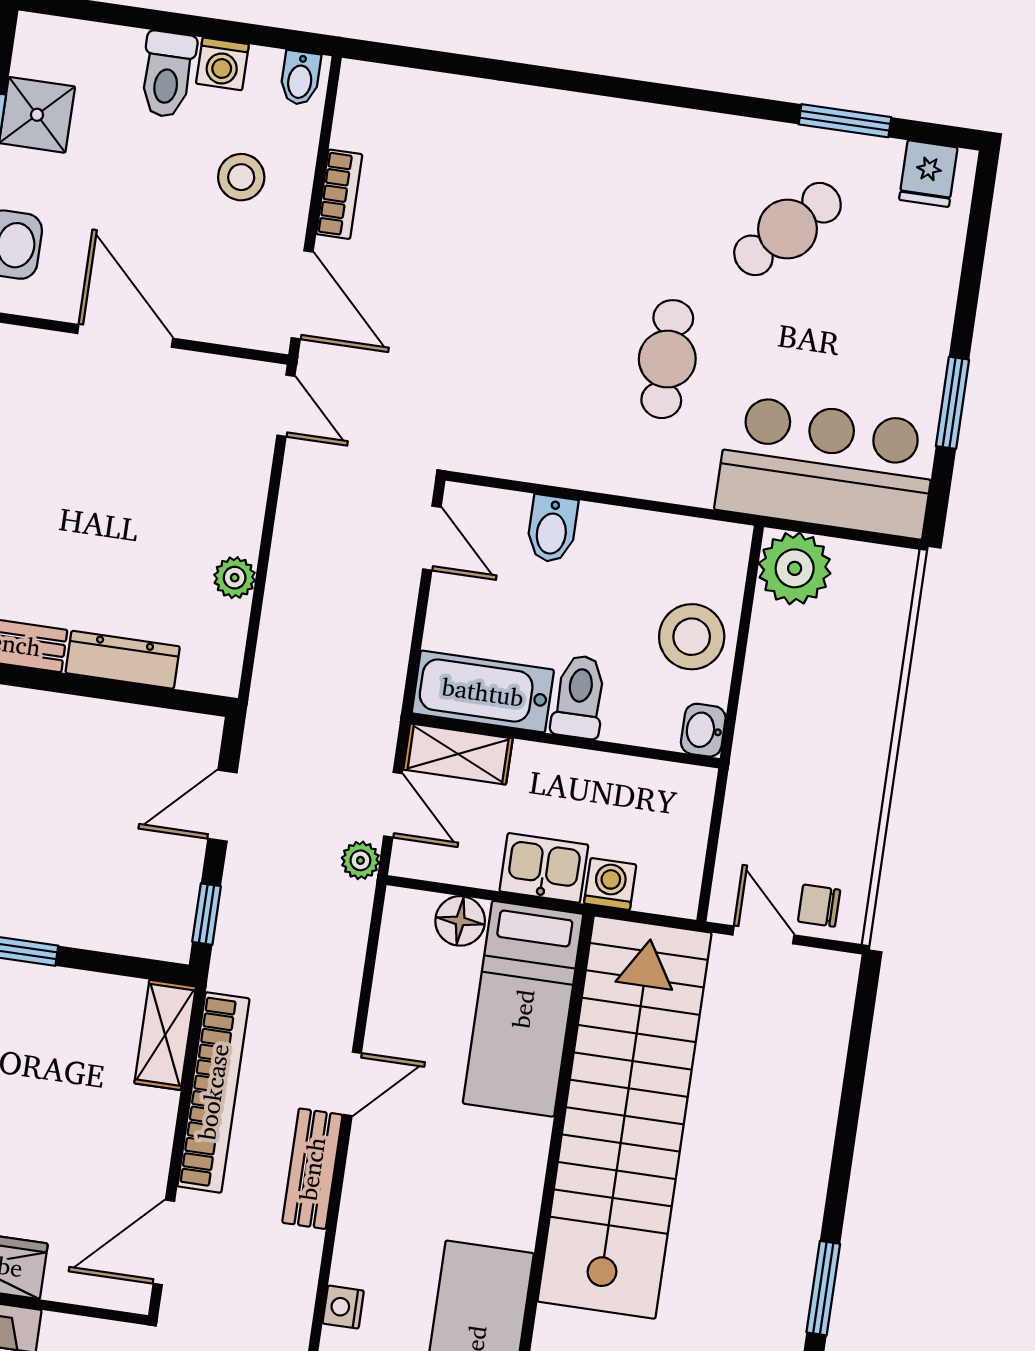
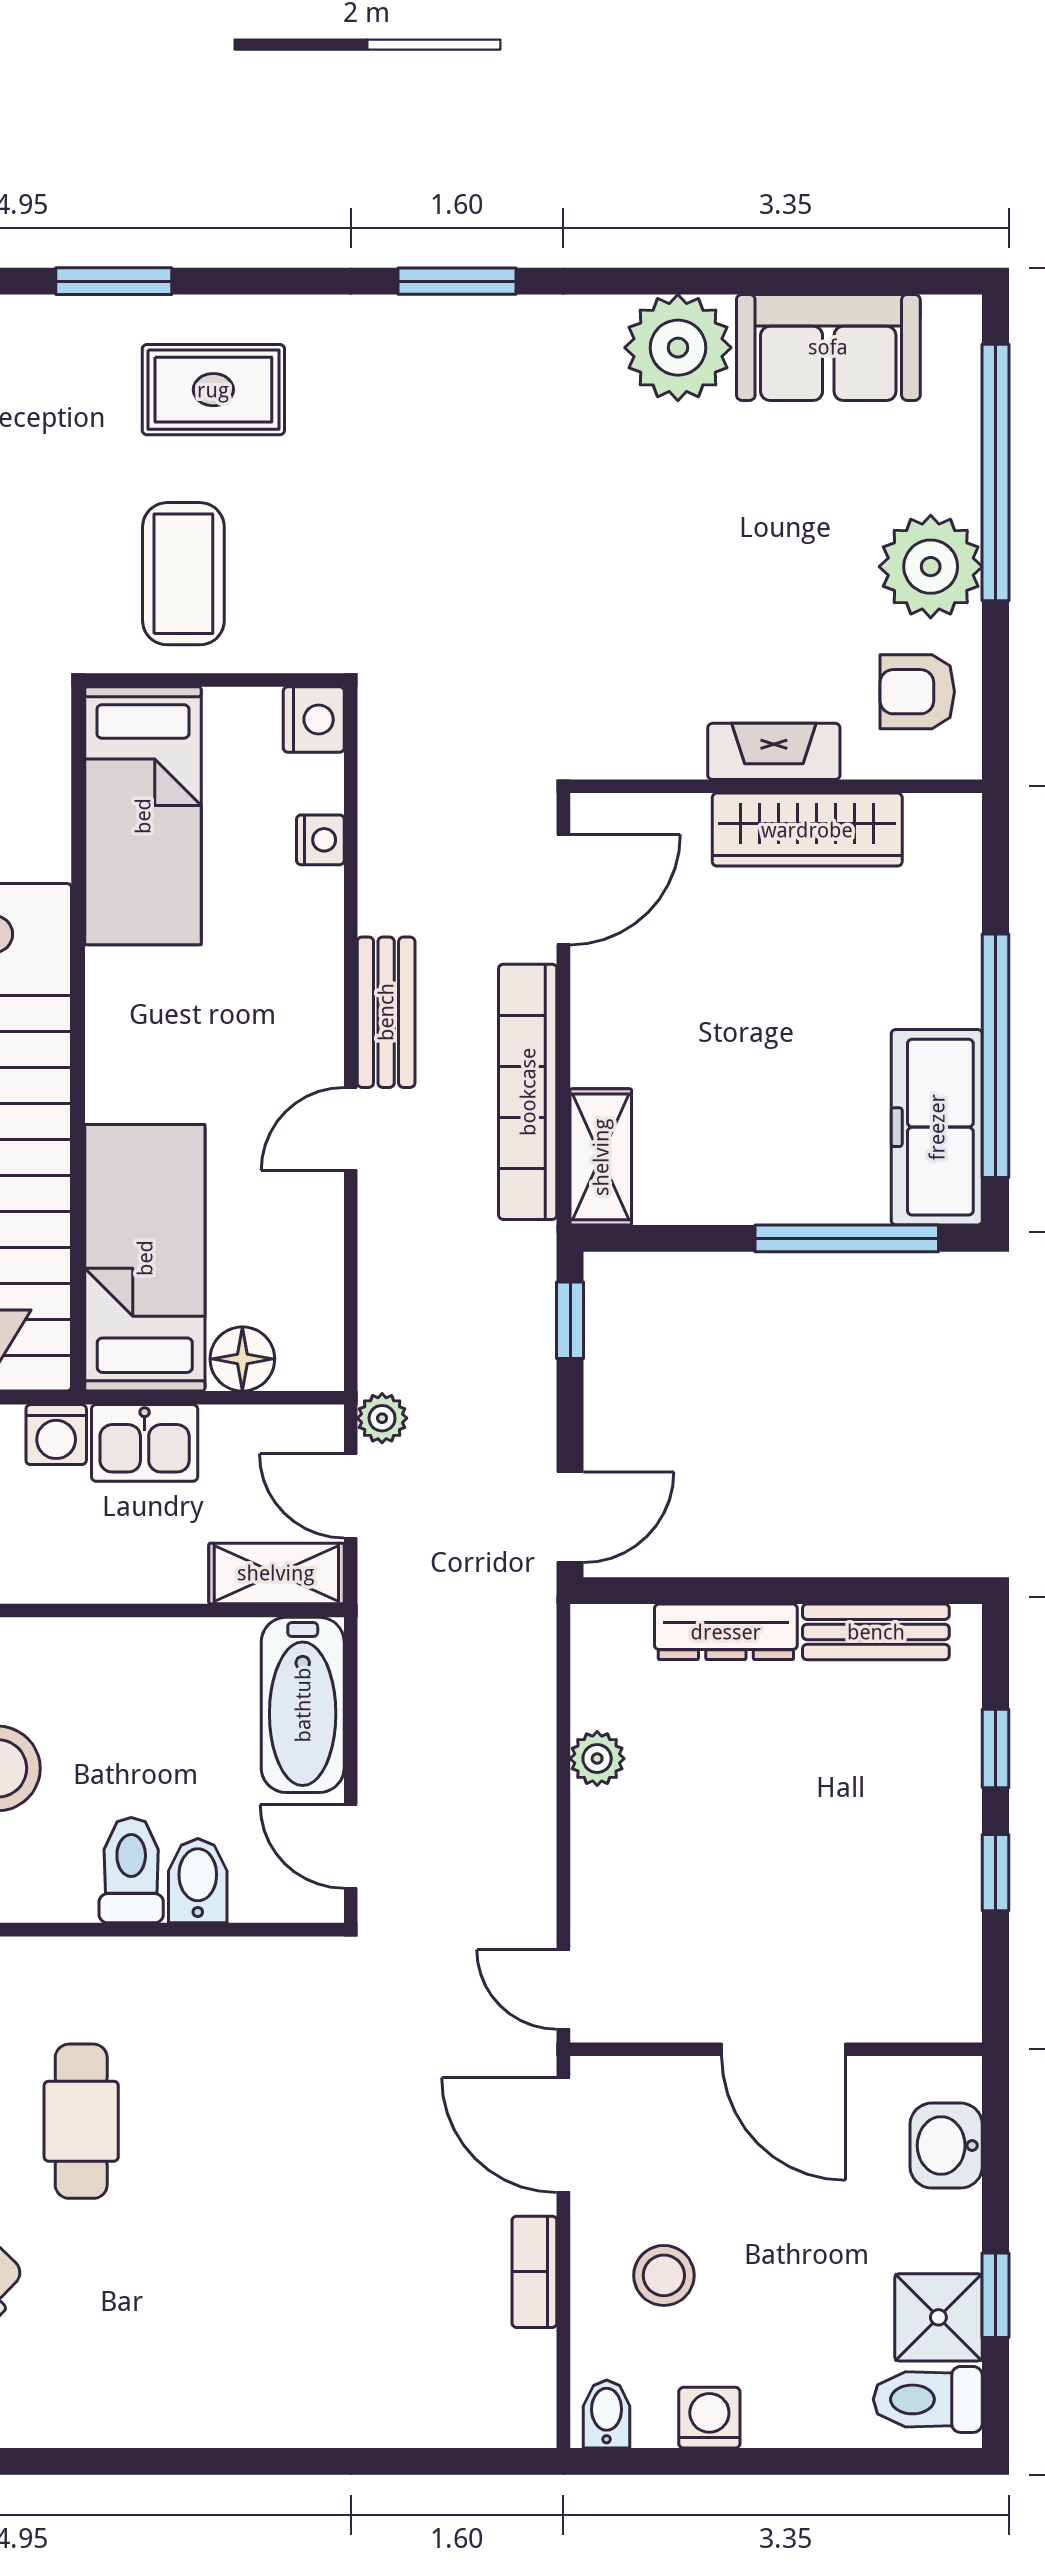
toilet: (167, 74) -> (928, 2399), moved, turned -90
bathtub: (483, 692) -> (303, 1705), moved, turned 90
toilet: (579, 697) -> (131, 1870), moved, turned 180
door: (222, 806) -> (570, 1517), moved

